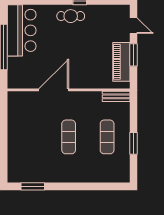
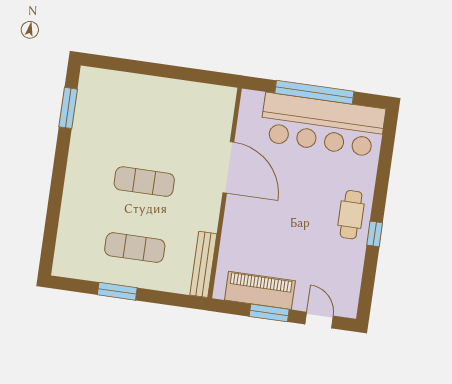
door: (134, 26) -> (319, 320), swing flipped
bar counter: (22, 30) -> (322, 125), width x1.36
bench: (116, 96) -> (203, 264), width x1.36

